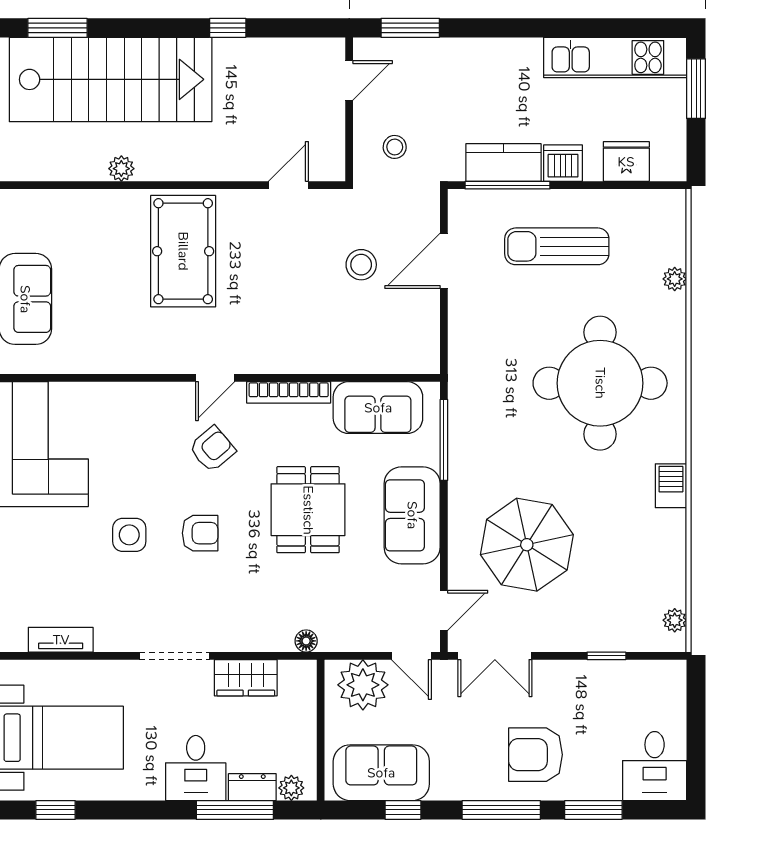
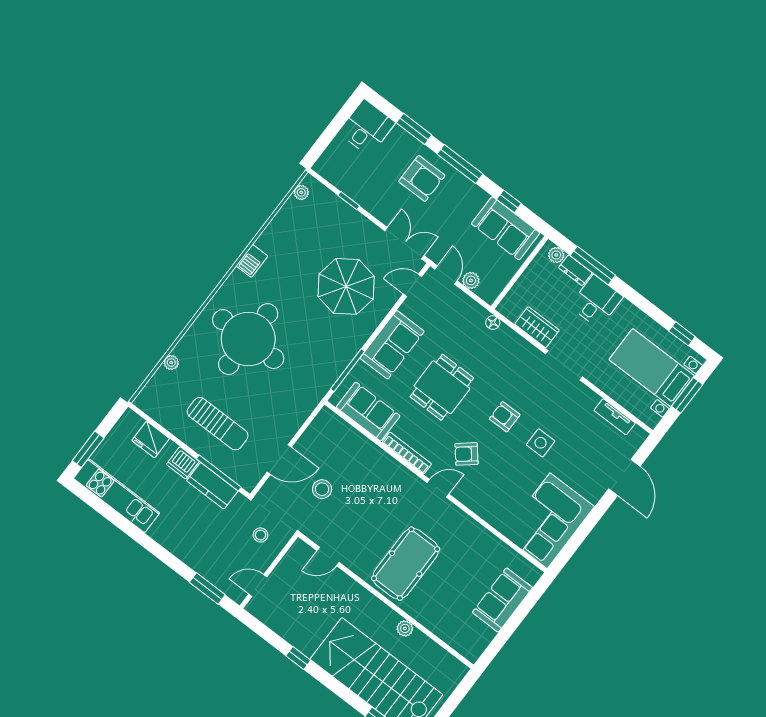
plant: (363, 685) -> (471, 280), width x0.53, depth x0.53

